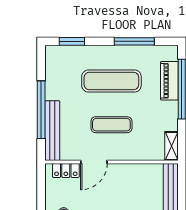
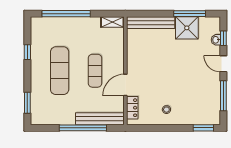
window: (134, 41) -> (27, 52), width x0.46
piano: (169, 81) -> (59, 24), removed
door: (94, 162) -> (125, 85), swing flipped

